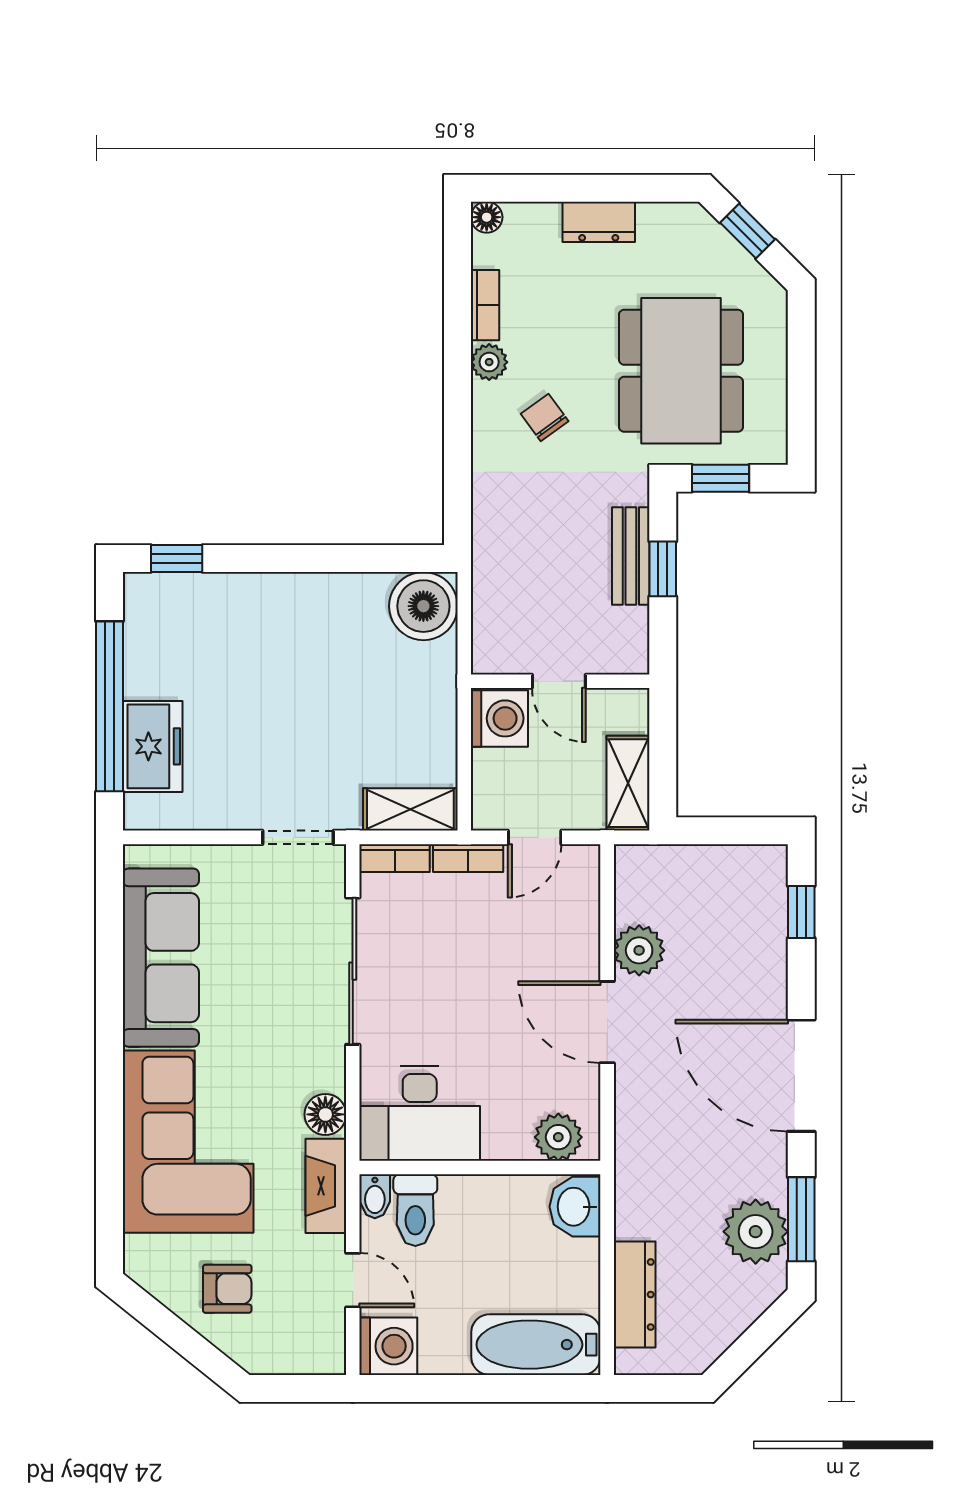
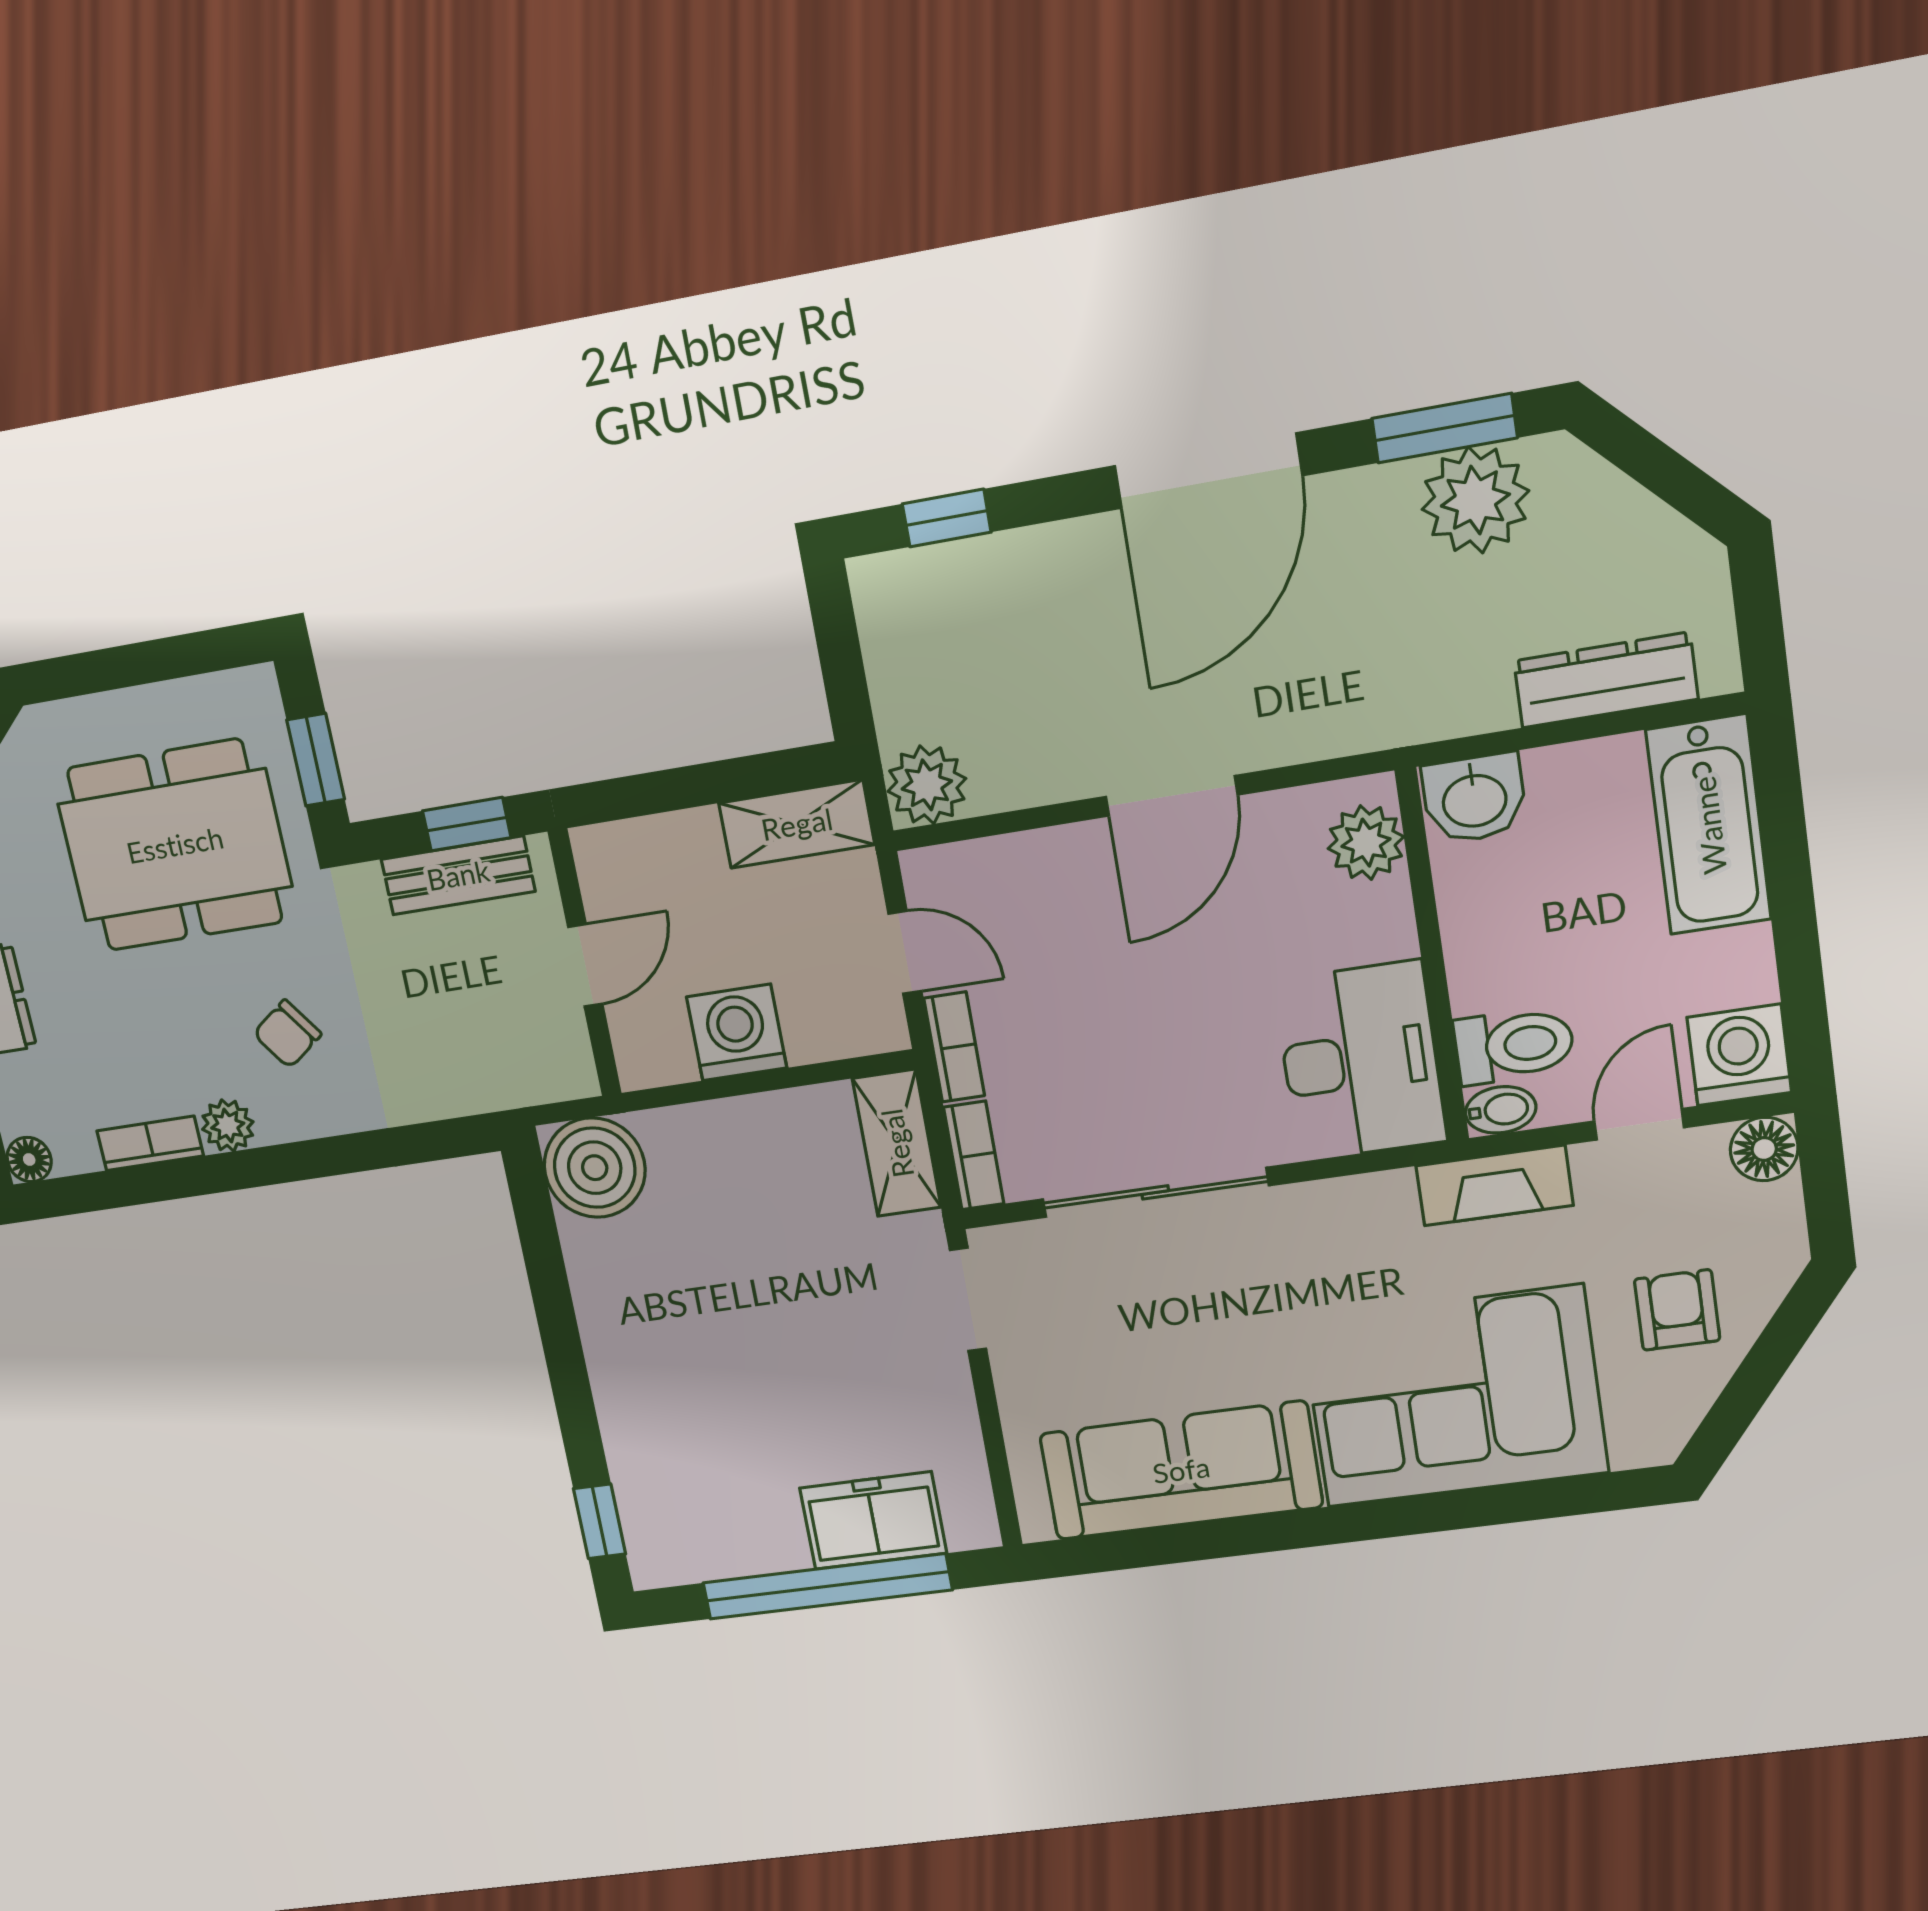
door: (559, 681) -> (585, 965), moved
wall: (560, 681) -> (585, 963), moved
plant: (639, 950) -> (927, 785), moved
floor lamp: (325, 1114) -> (1764, 1149), moved

